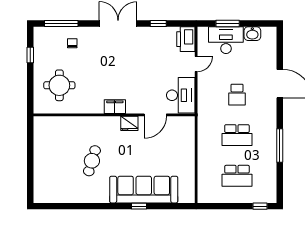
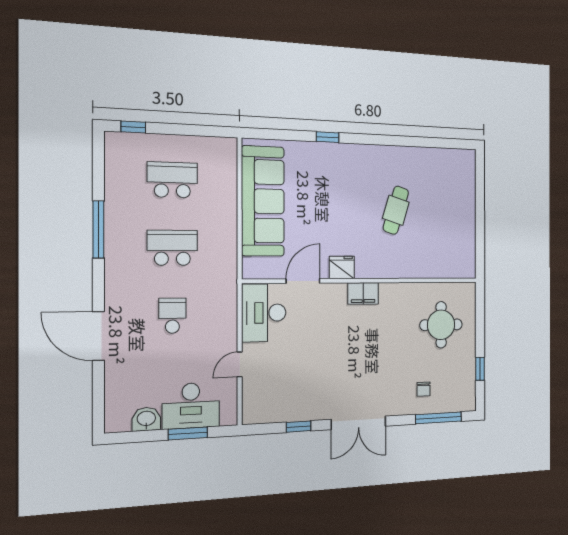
printer: (186, 39) -> (256, 404), removed
sofa: (144, 190) -> (263, 201), moved, turned -90

